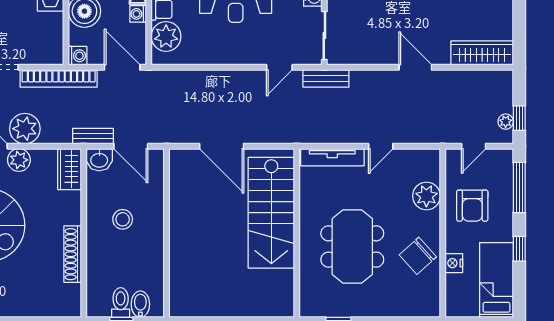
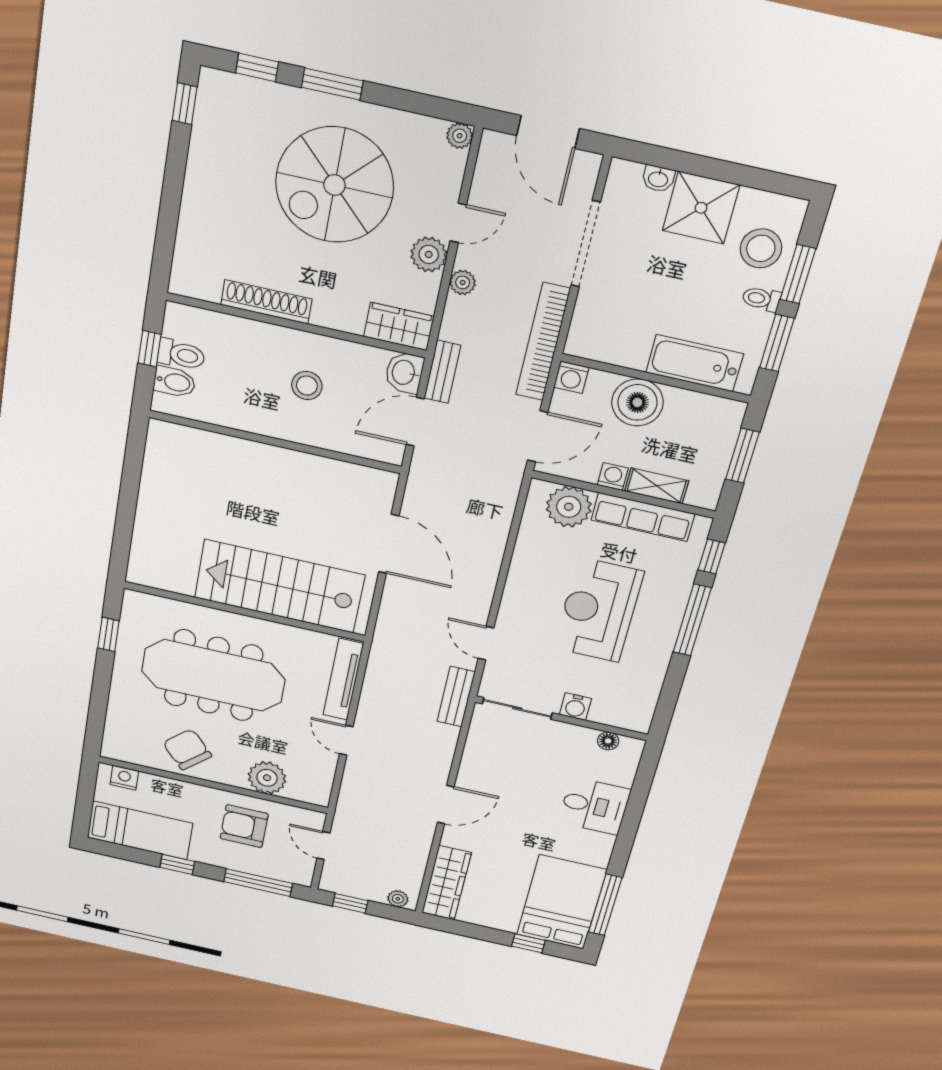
plant: (506, 122) -> (398, 899), moved
plant: (25, 129) -> (463, 282), width x0.53, depth x0.53
door: (222, 146) -> (389, 544), swing flipped
meeting table: (352, 246) -> (213, 675), width x1.36
nightstand: (454, 263) -> (124, 778), moved

